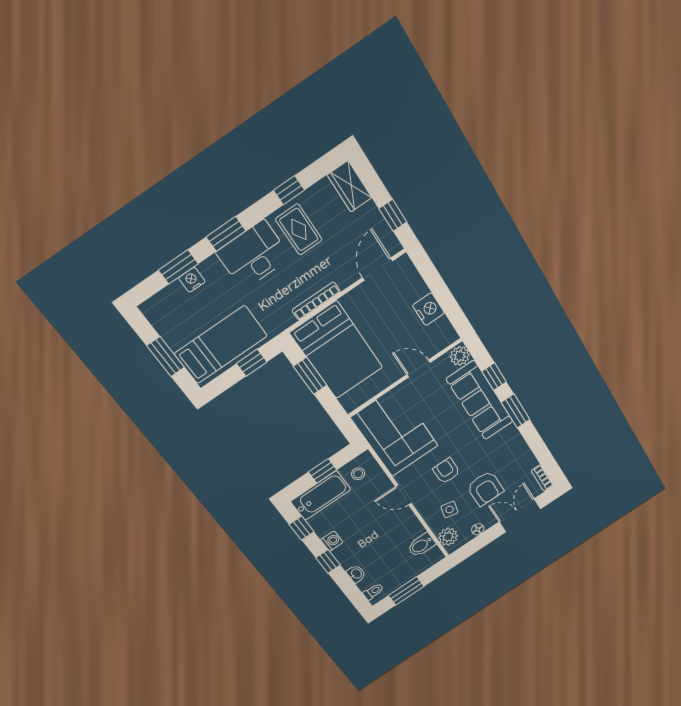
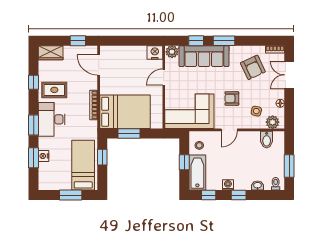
nightstand: (428, 309) -> (155, 52), moved
armchair: (485, 488) -> (253, 67), moved, turned 65

